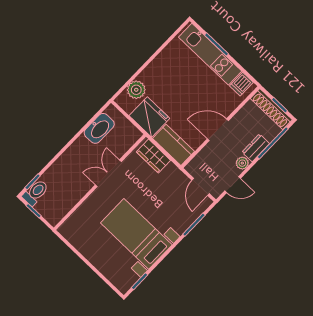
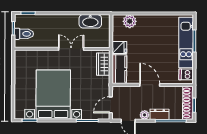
fridge: (149, 117) -> (119, 48), width x0.53, depth x0.75
toilet: (36, 192) -> (24, 34), moved
bed with nightstands: (136, 234) -> (53, 95), width x1.36

